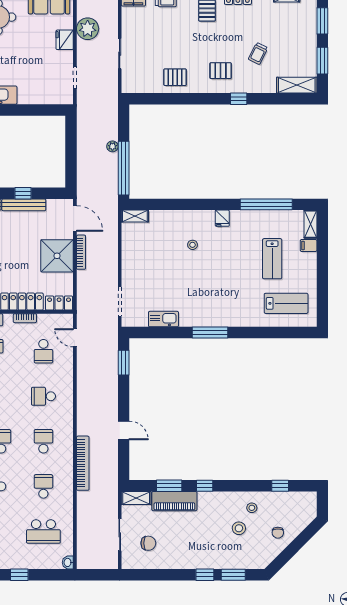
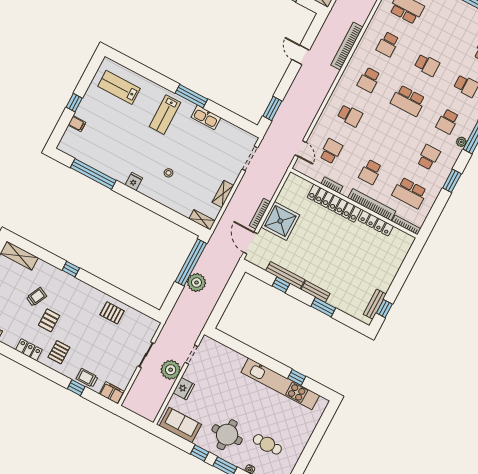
plant: (88, 29) -> (171, 370), moved
pallet: (221, 71) -> (49, 320), moved, turned 90
plant: (112, 146) -> (197, 283), width x1.87, depth x1.87
shelving: (310, 224) -> (223, 194), moved
lab bench: (272, 259) -> (165, 115), moved, turned 180
window: (322, 265) -> (74, 103), added
locker: (59, 303) -> (298, 183), removed
kitchen sink: (163, 319) -> (206, 117), moved

